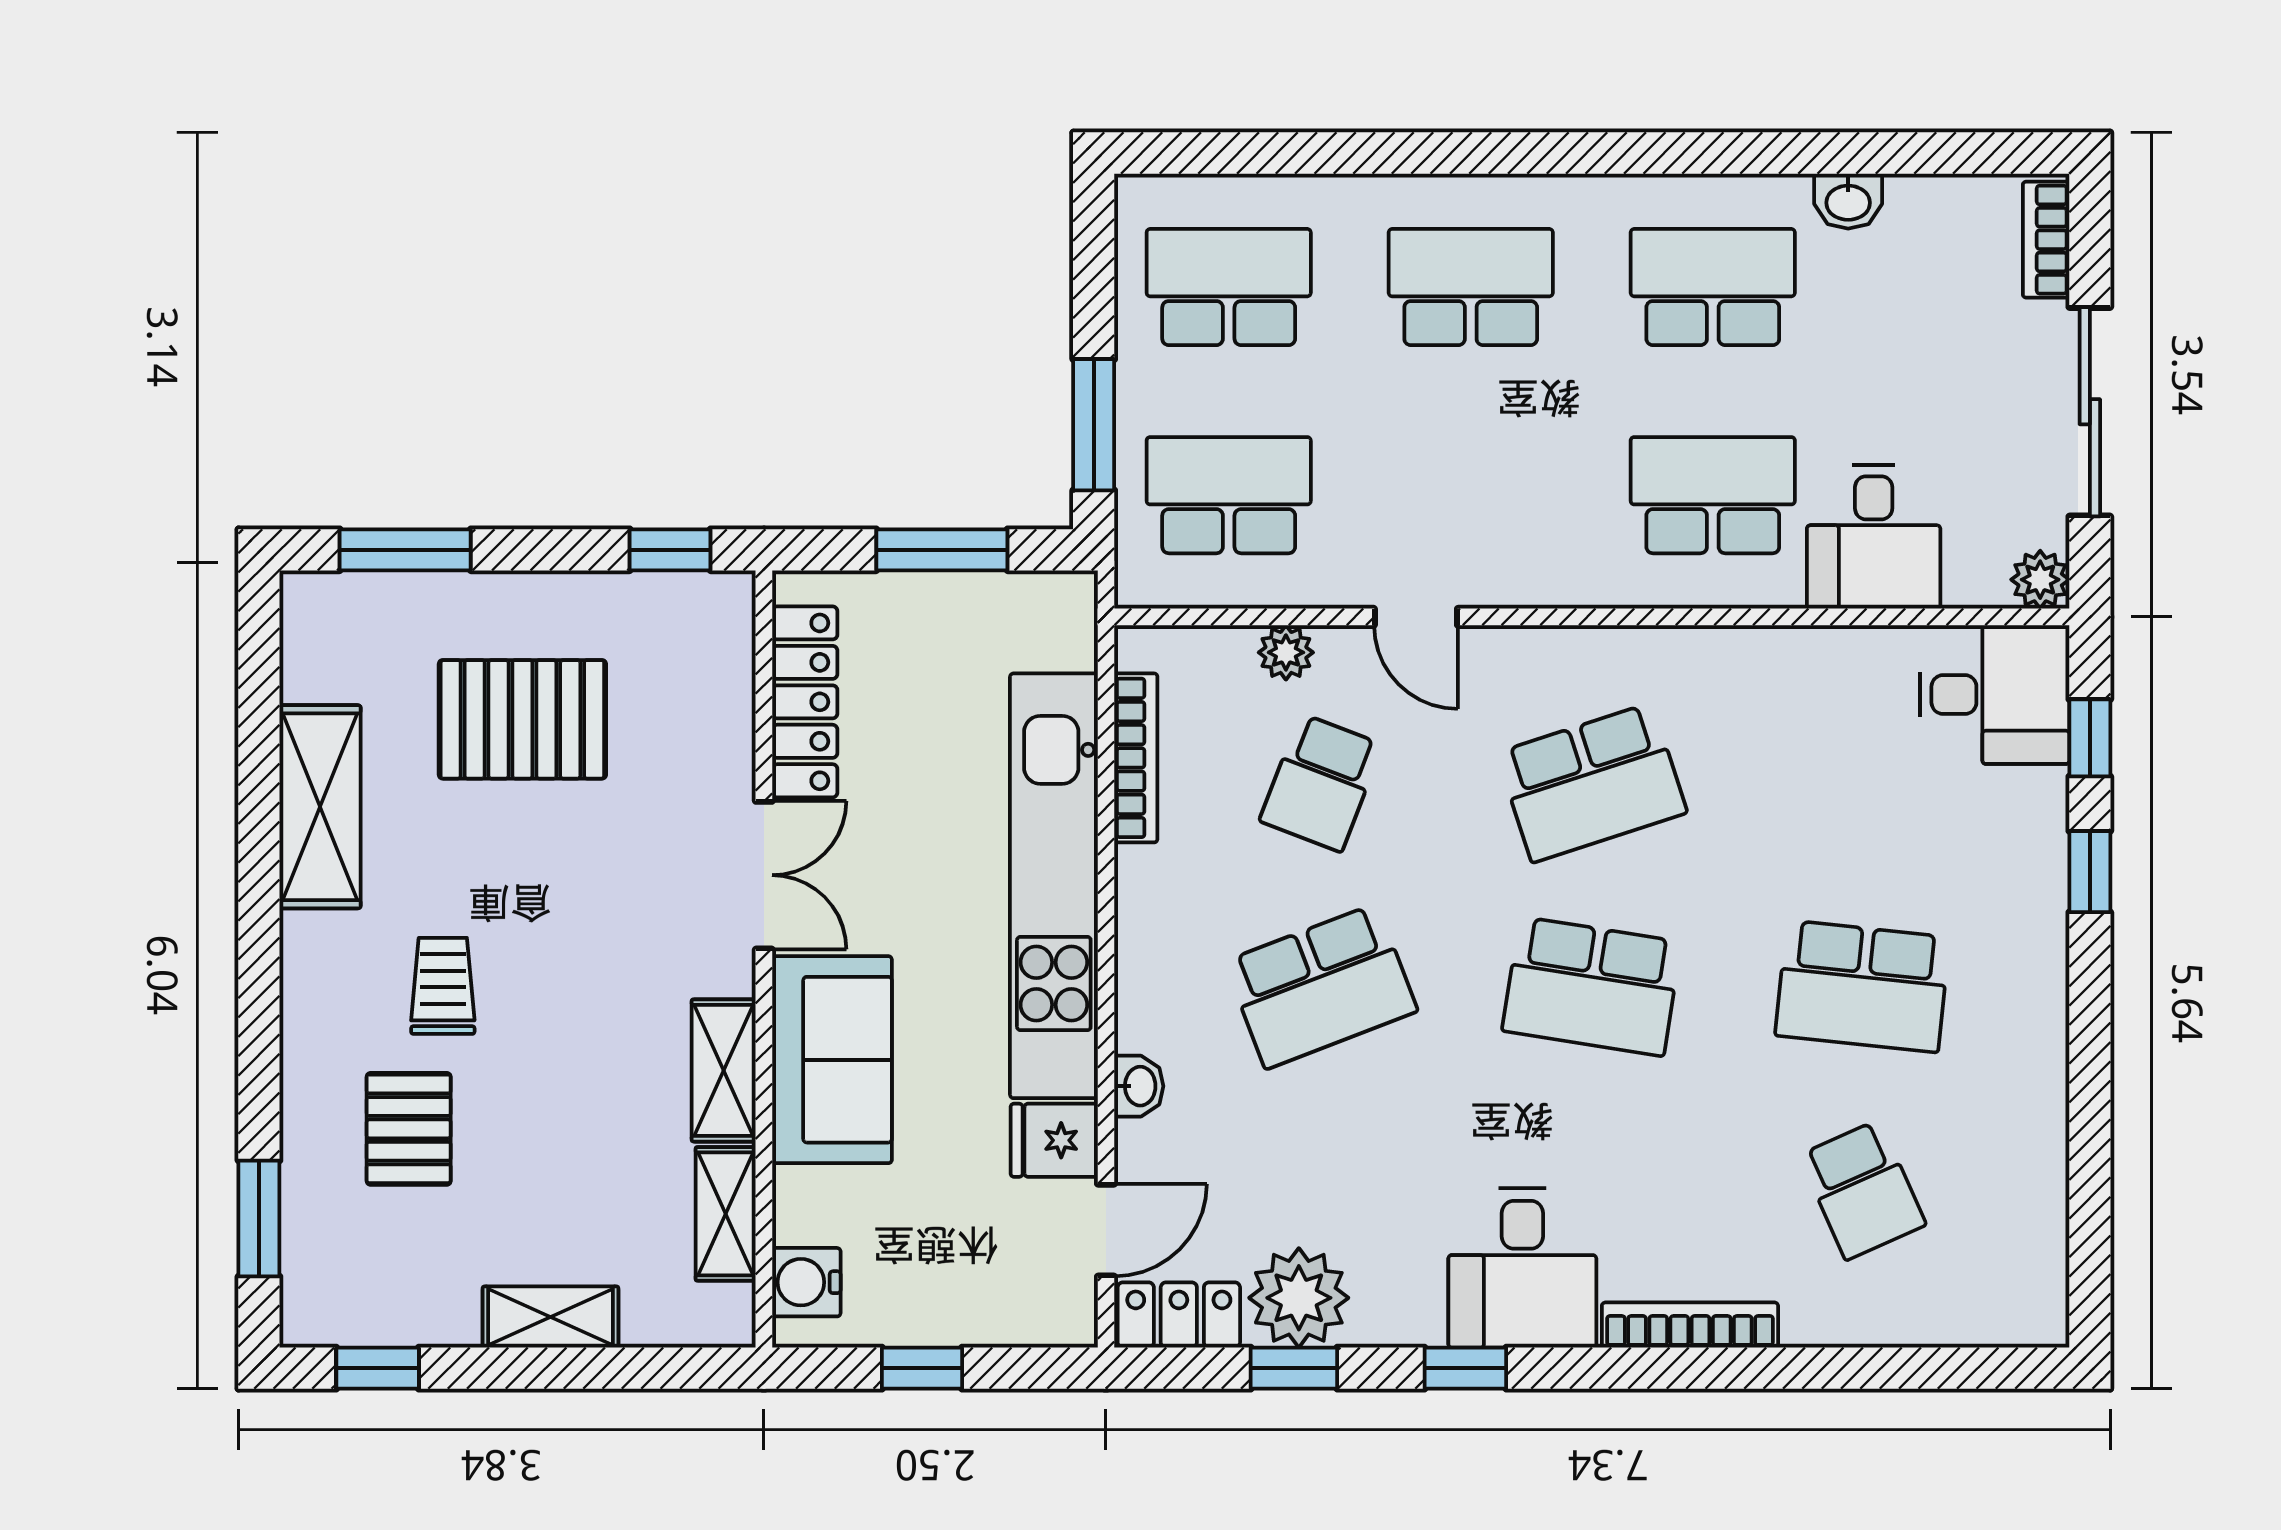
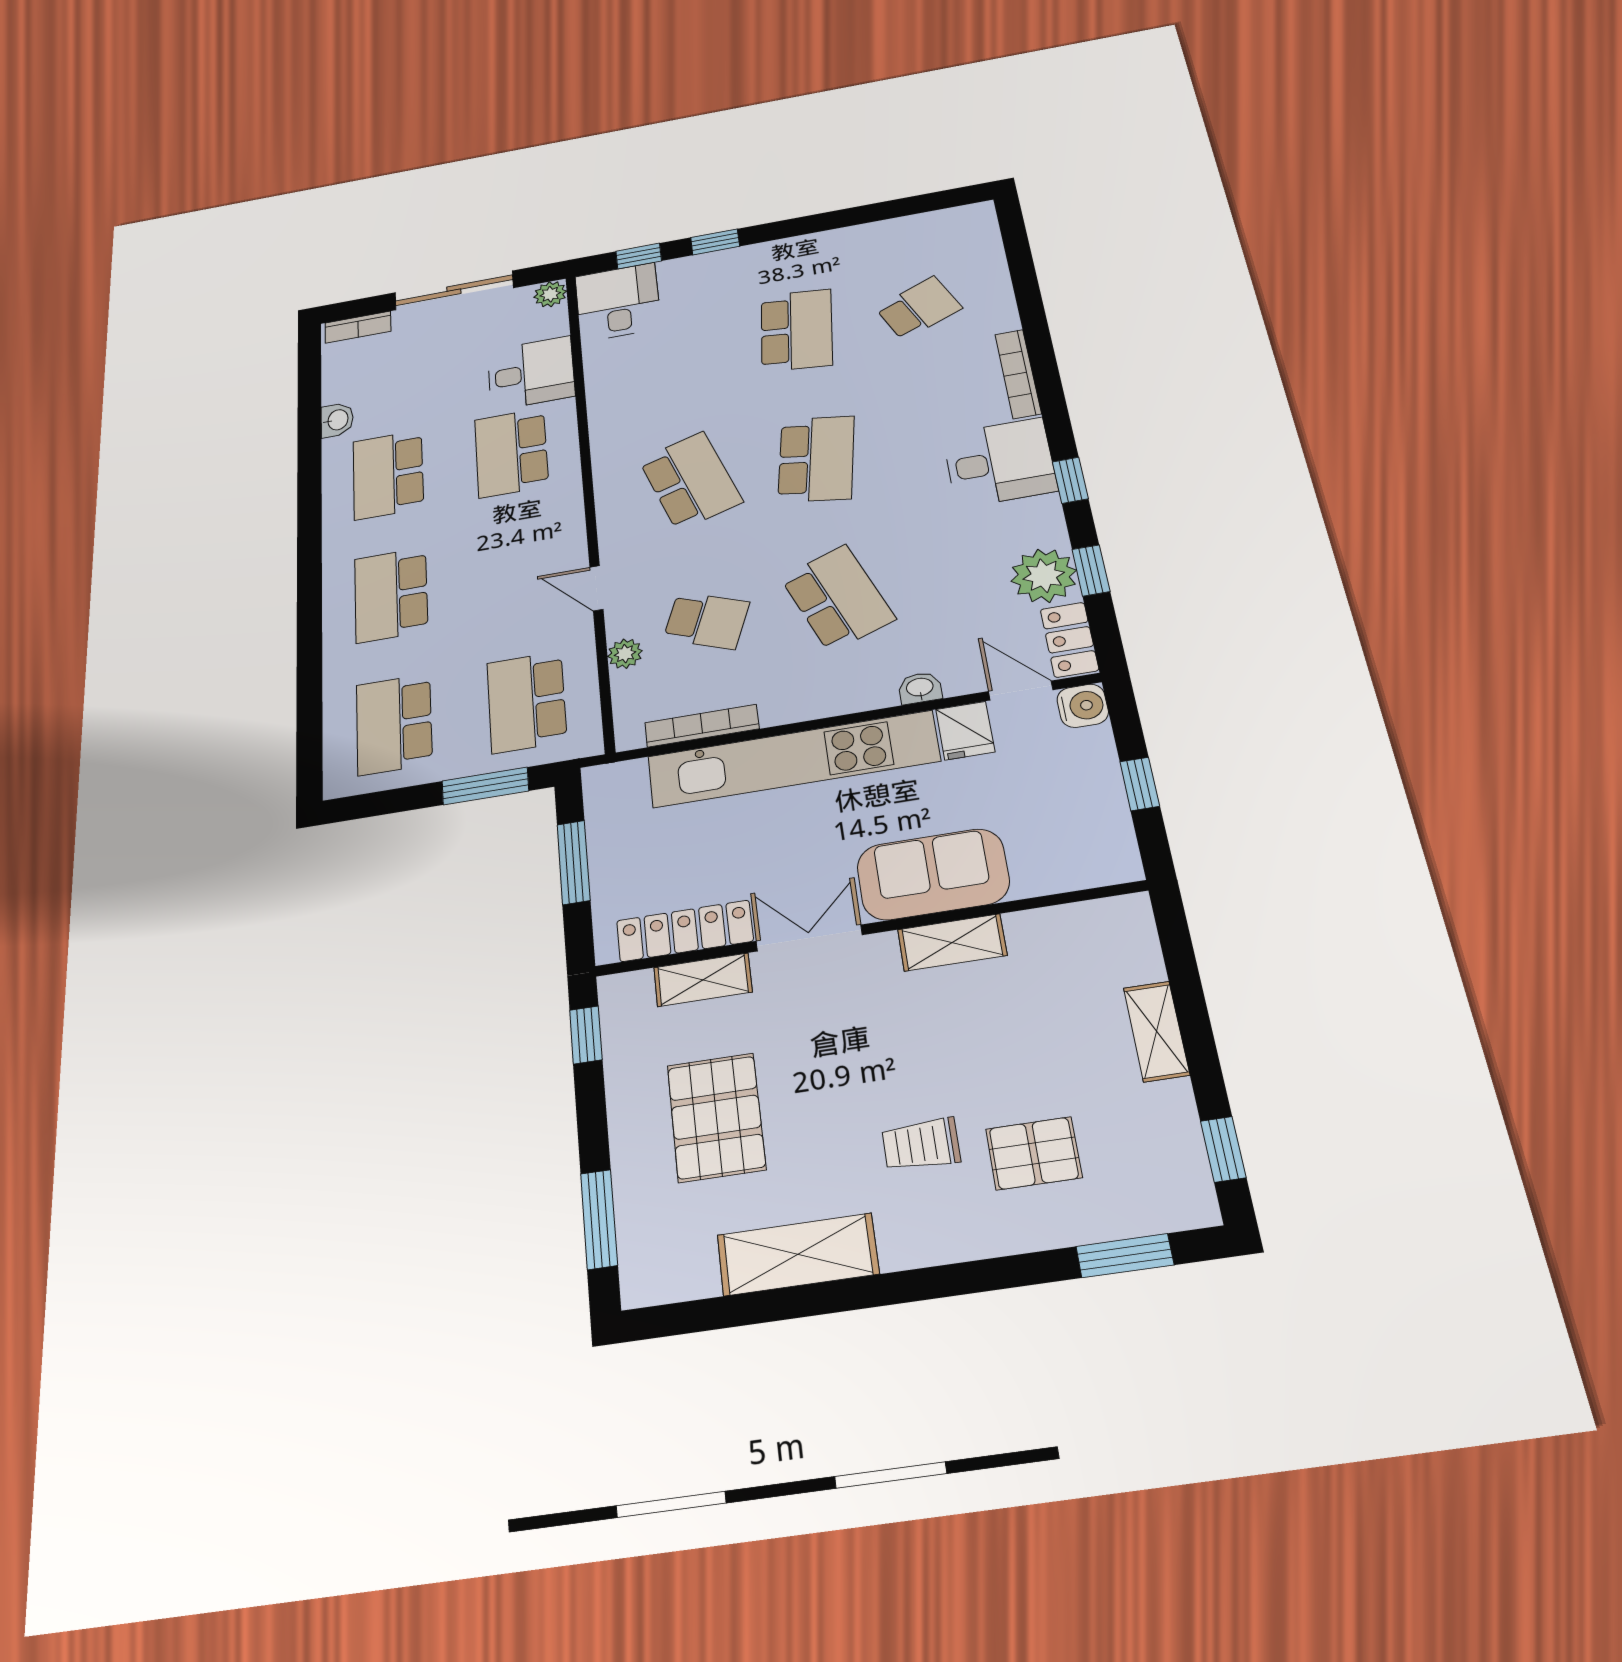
door: (1416, 617) -> (596, 588), swing flipped
shelving: (726, 1214) -> (703, 980), moved
water cooler: (806, 1282) -> (1083, 706), moved, turned -90

